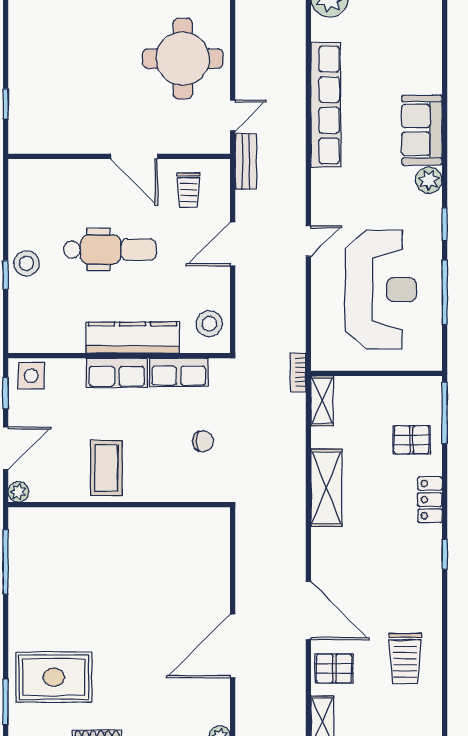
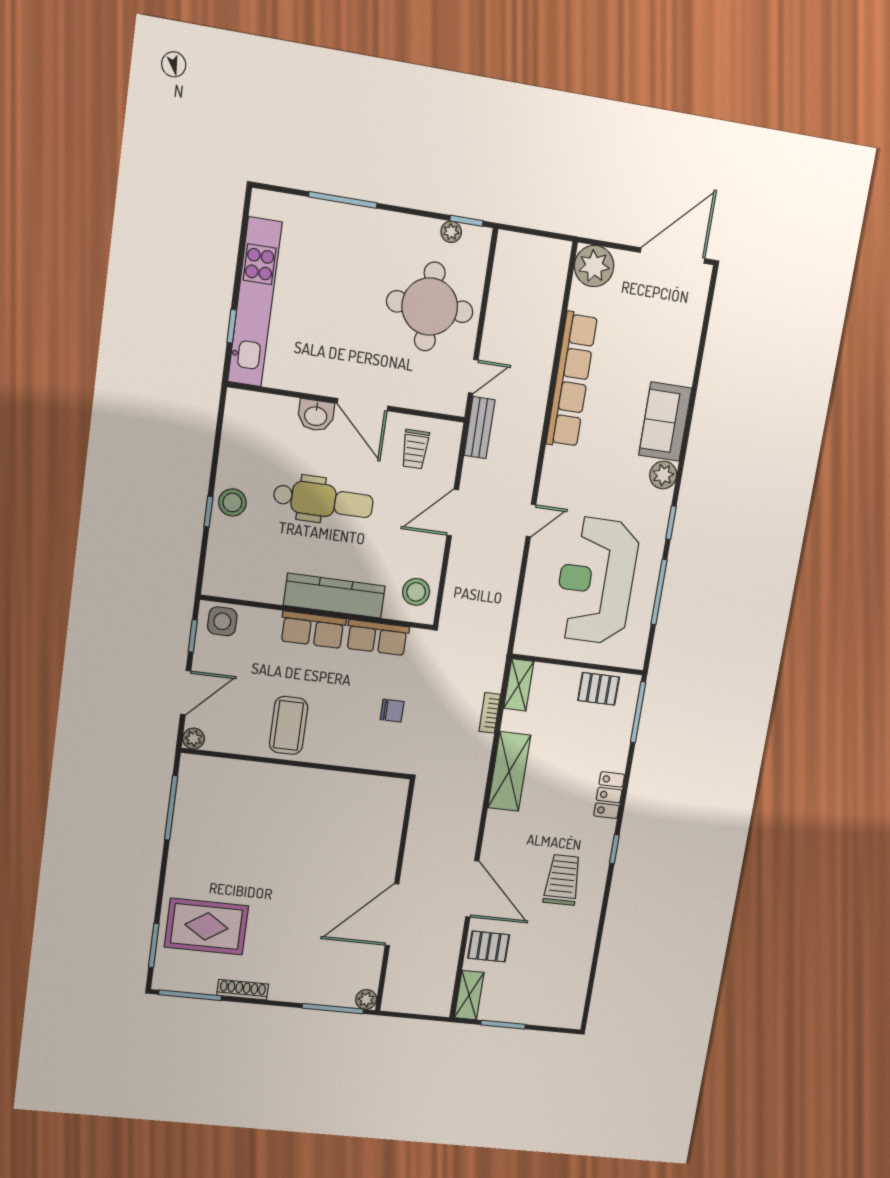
kitchen unit: (24, 79) -> (255, 302), added
washbasin: (92, 172) -> (316, 415), added
reception desk: (381, 290) -> (596, 581), turned 180
bookcase: (298, 372) -> (490, 713), moved
pallet: (412, 440) -> (599, 689), moved
trolley: (405, 658) -> (562, 880), moved, turned 180

